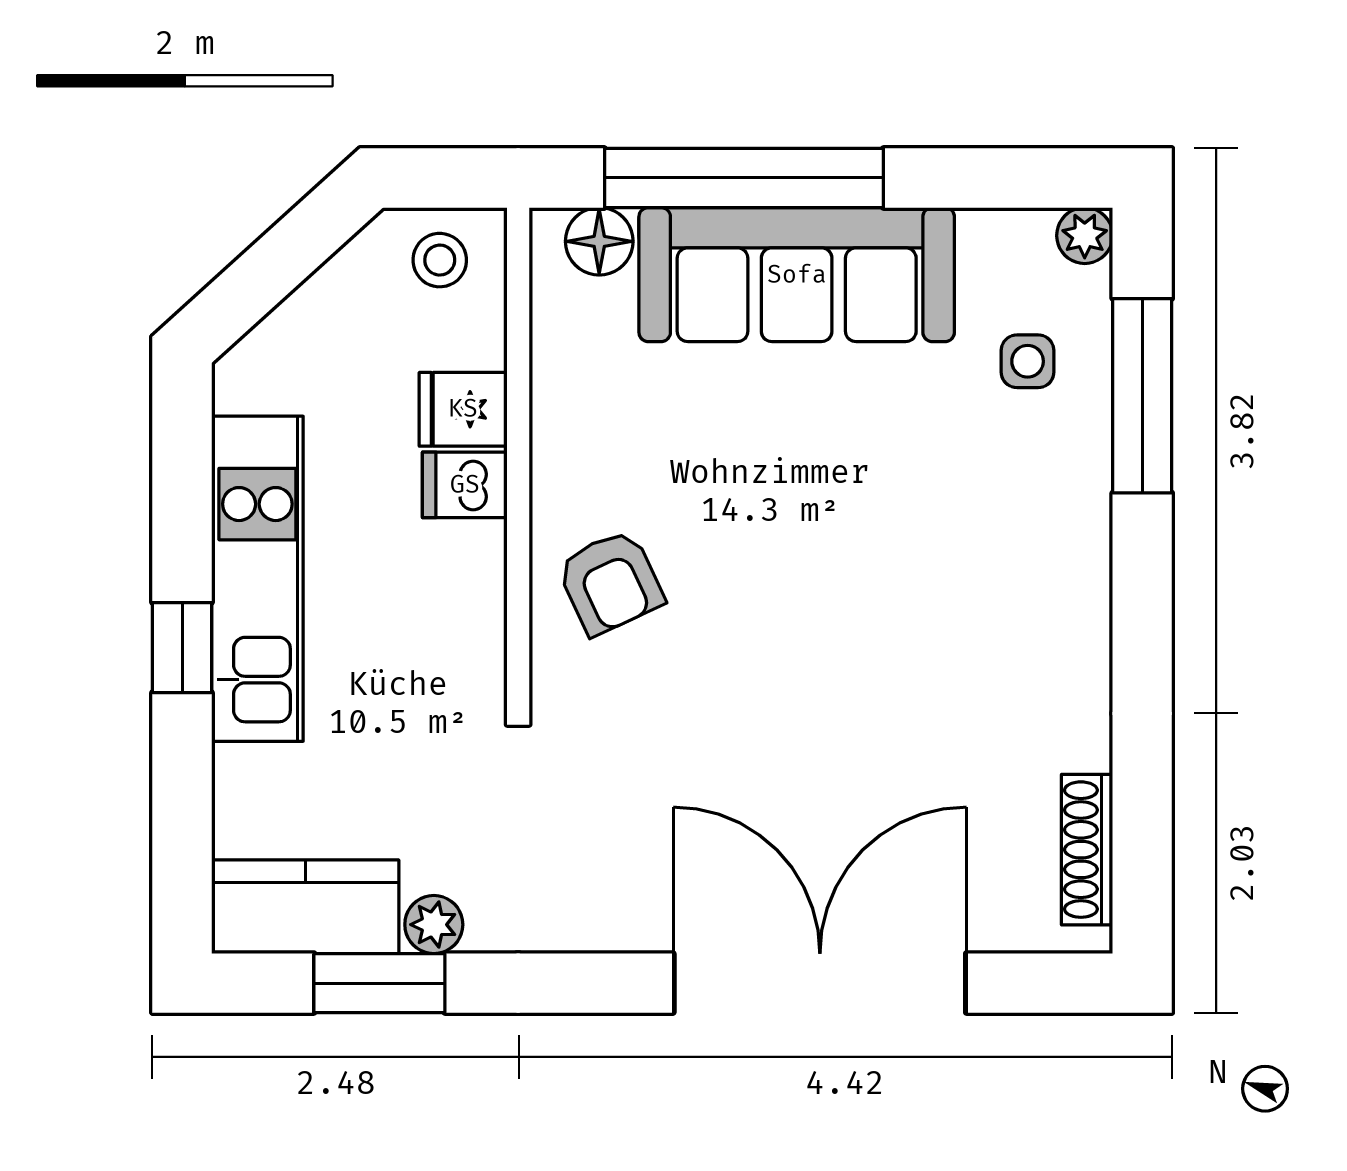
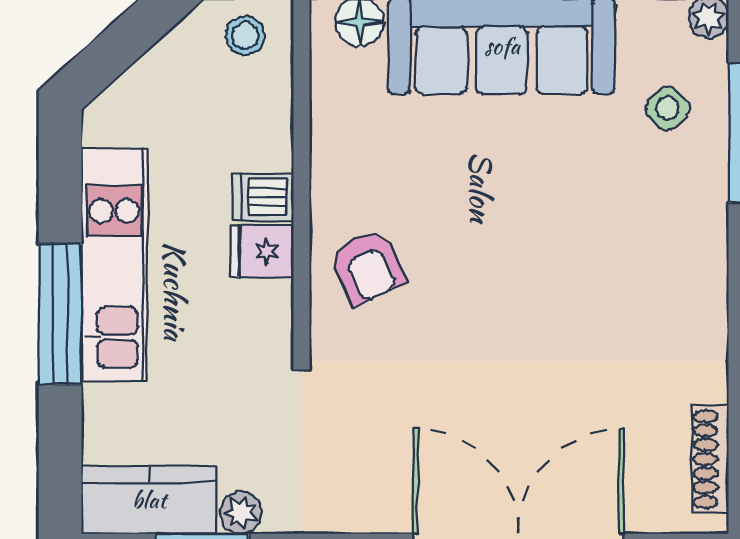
side table: (1028, 361) -> (668, 108), turned 45
fridge: (463, 409) -> (262, 251), moved
window: (182, 648) -> (60, 314), width x2.17

